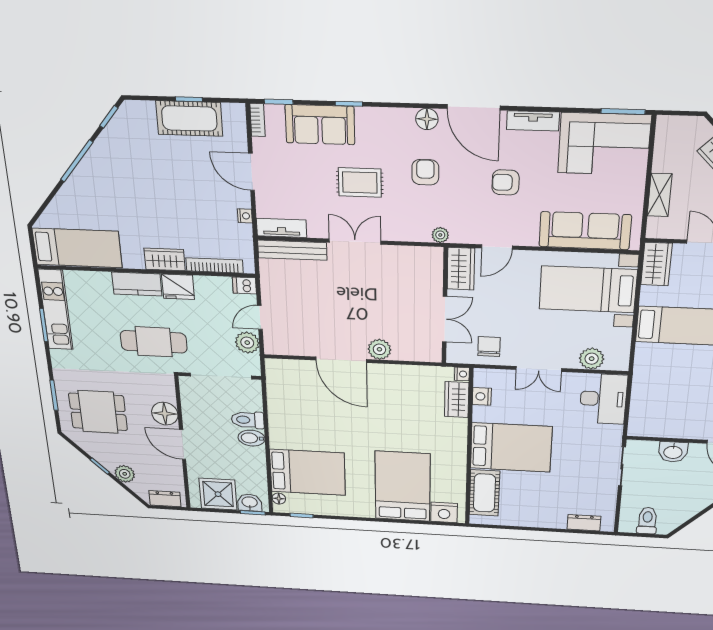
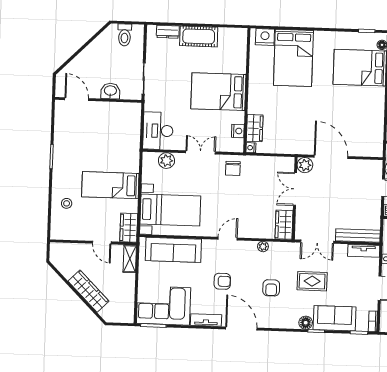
floor lamp: (427, 119) -> (306, 323), moved
shelving: (660, 195) -> (130, 259), moved
wardrobe: (461, 269) -> (284, 225), moved
wall: (445, 306) -> (295, 198), moved
double door: (445, 319) -> (295, 189), moved
cot: (484, 493) -> (199, 36), moved, turned 90

